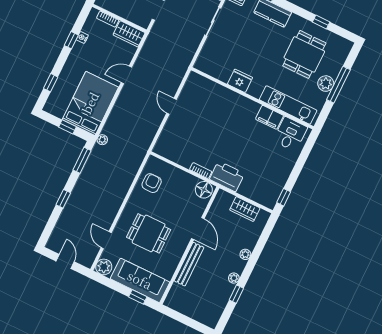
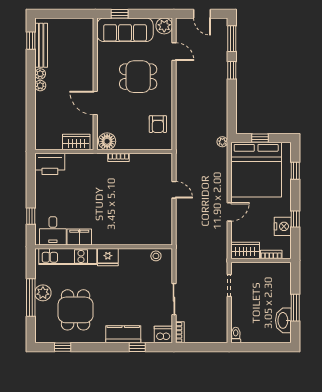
window: (321, 22) -> (63, 347), moved
nightstand: (82, 37) -> (283, 226), width x1.89, depth x1.79
stool: (210, 67) -> (156, 256), added
fridge: (240, 81) -> (108, 257), moved
bed: (90, 103) -> (256, 170), width x1.36
door: (171, 106) -> (174, 190), moved
window: (82, 160) -> (232, 39), moved
printer: (227, 176) -> (50, 164), moved
window: (284, 197) -> (31, 216), moved
wardrobe: (245, 209) -> (76, 142), moved
plant: (245, 254) -> (40, 86), moved
bench: (189, 264) -> (41, 45), moved
window: (236, 294) -> (31, 41), moved

